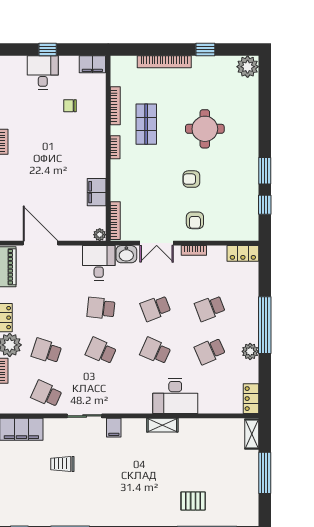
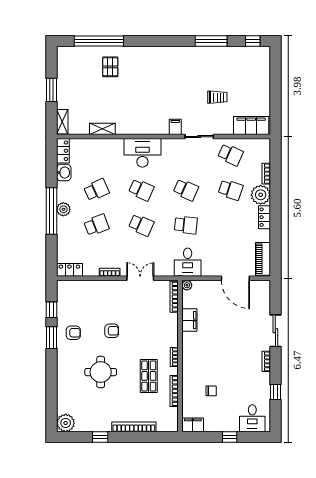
desk: (43, 72) -> (252, 418), moved
armchair: (195, 220) -> (73, 333), moved, turned 90
washbasin: (126, 254) -> (64, 173), moved, turned 90
school desk: (155, 308) -> (141, 225), turned 45
plant: (250, 351) -> (63, 209), moved
desk: (175, 396) -> (142, 153), moved
shelving: (162, 425) -> (102, 129), moved
window: (265, 473) -> (52, 90), width x0.69
pallet: (193, 501) -> (110, 67), turned 90

